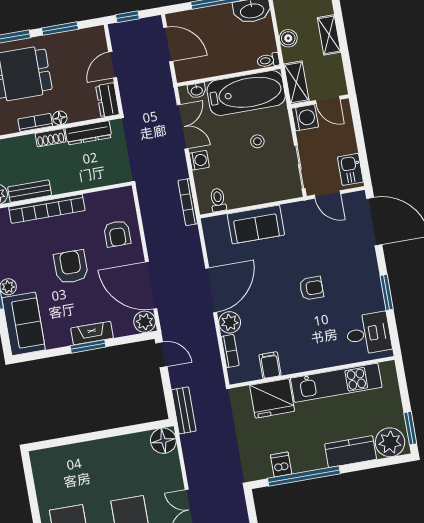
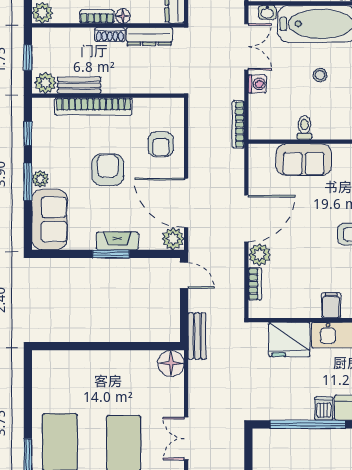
toilet: (218, 200) -> (304, 128), moved
filing cabinet: (270, 365) -> (331, 305), moved
dishwasher: (281, 465) -> (324, 409), moved

